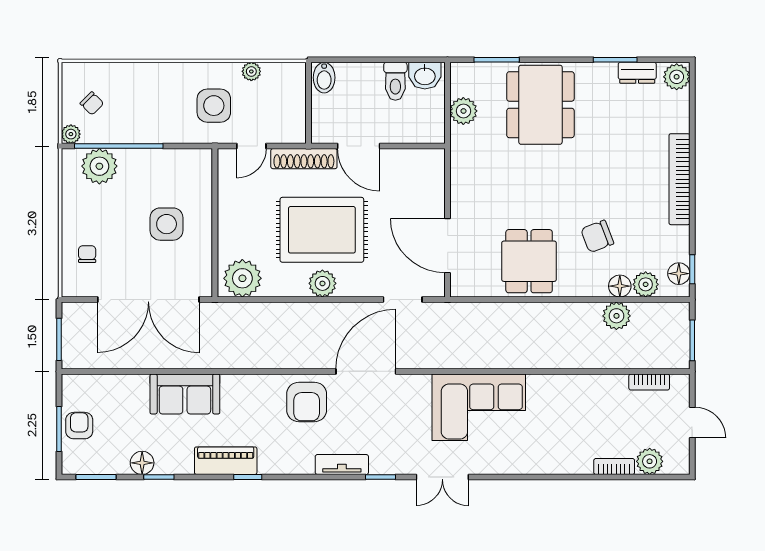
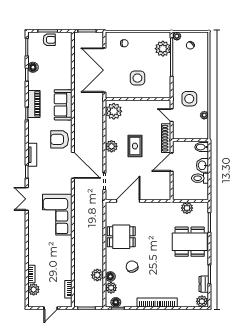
washbasin: (425, 76) -> (202, 165), moved
rug: (322, 230) -> (135, 146), width x0.54, depth x0.49
sofa: (185, 394) -> (63, 105), moved

